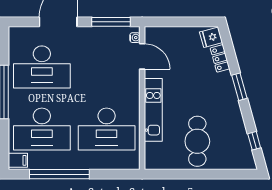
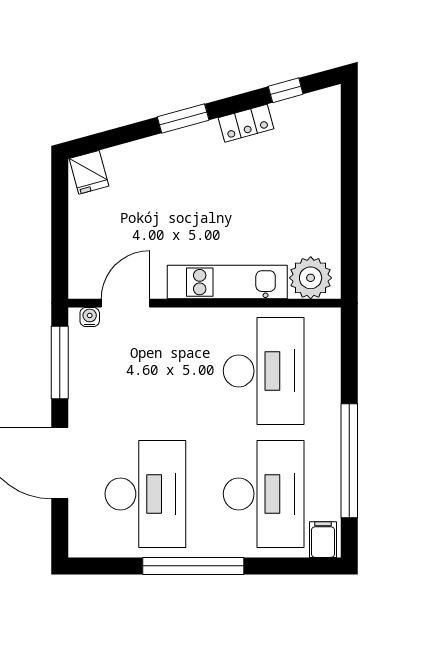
locker: (220, 58) -> (246, 123), moved
cafe table: (197, 141) -> (287, 198), removed
plant: (156, 154) -> (311, 278), added

